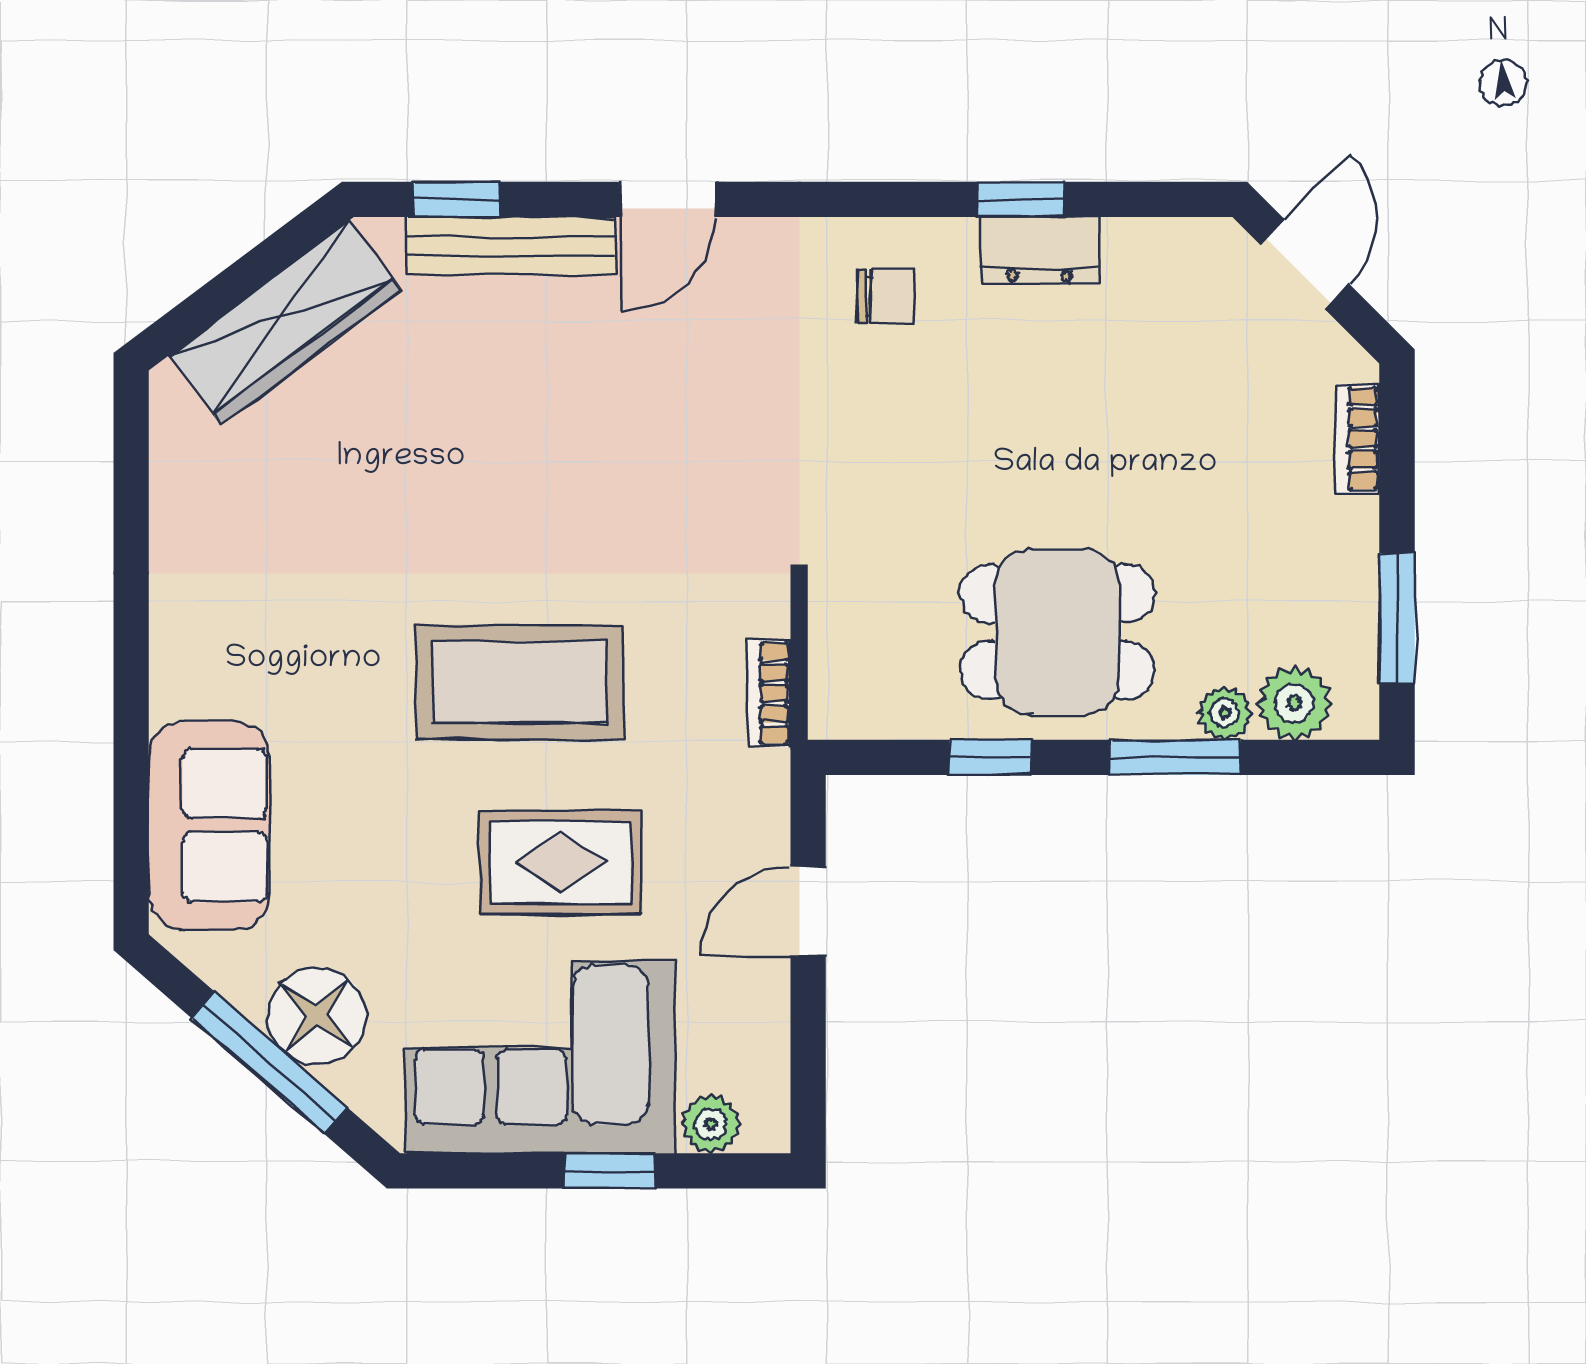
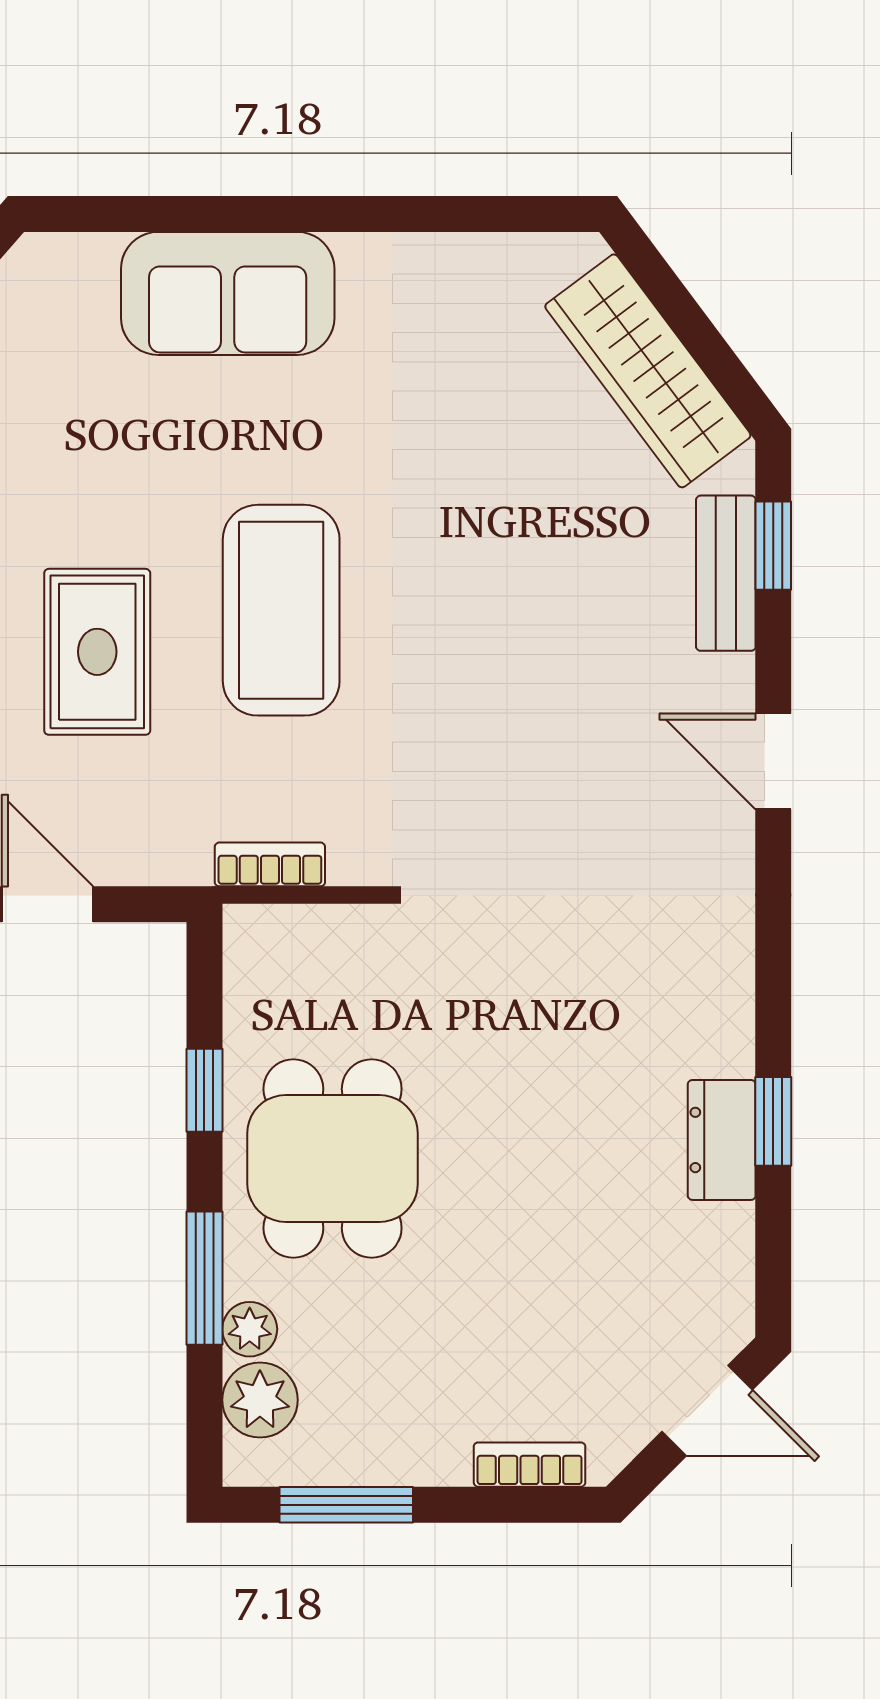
bench: (511, 246) -> (726, 573), width x0.73
chair: (886, 296) -> (675, 983), removed
sofa: (209, 825) -> (228, 293), moved

